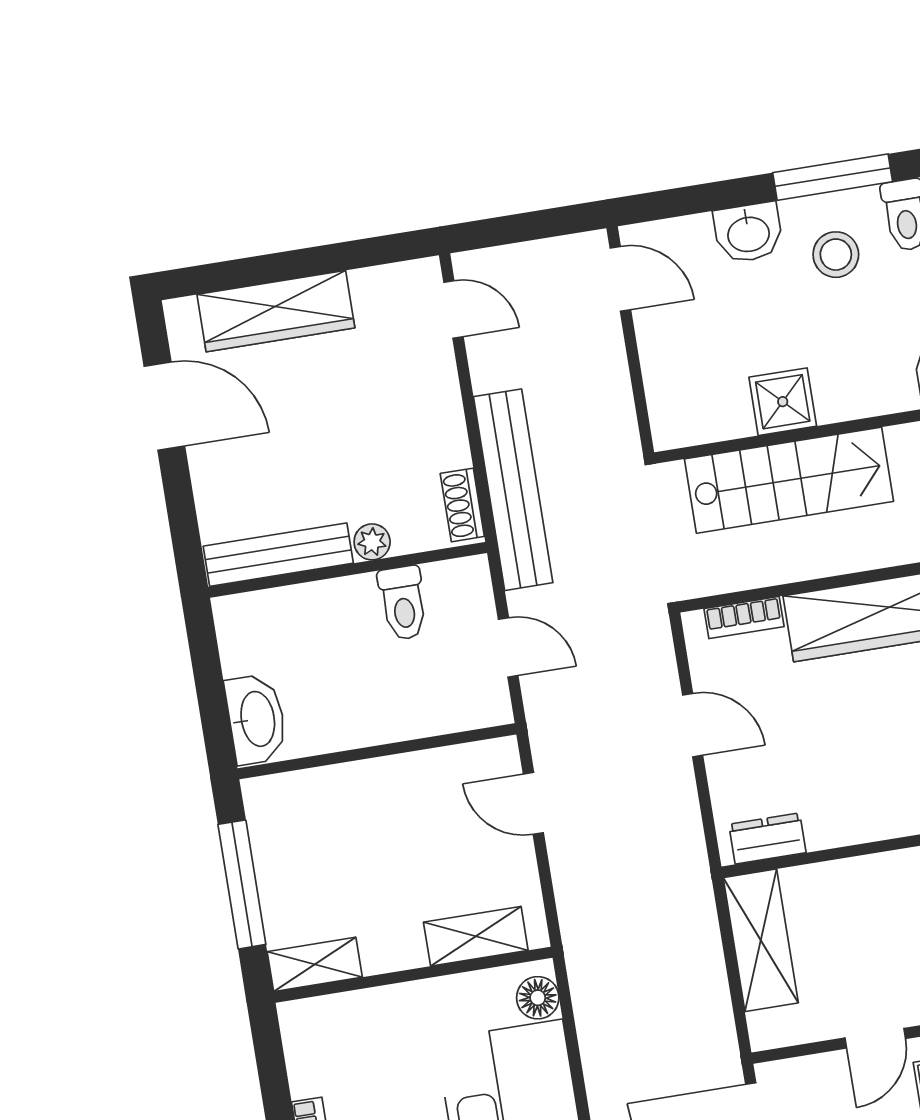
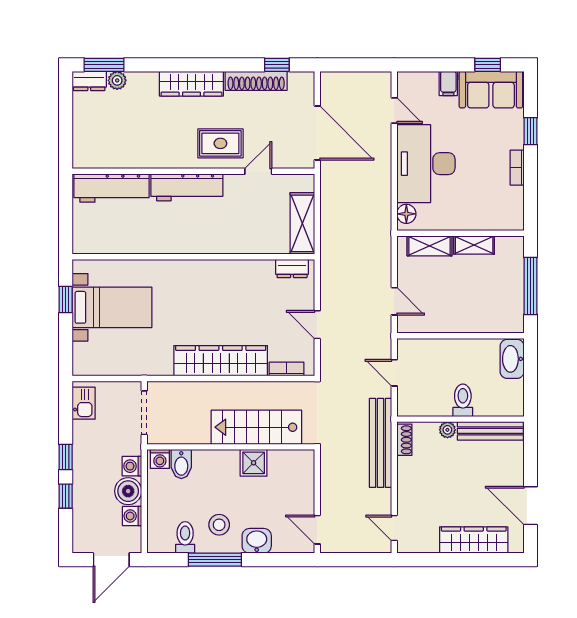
toilet: (403, 603) -> (463, 400), moved
shelving: (315, 964) -> (474, 245), moved

